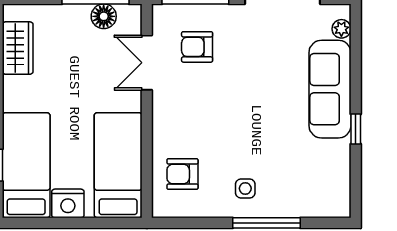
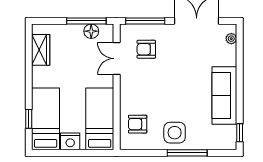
sofa: (330, 89) -> (224, 96), moved
window: (356, 129) -> (240, 133), moved
side table: (245, 188) -> (175, 133), width x1.87, depth x1.87

